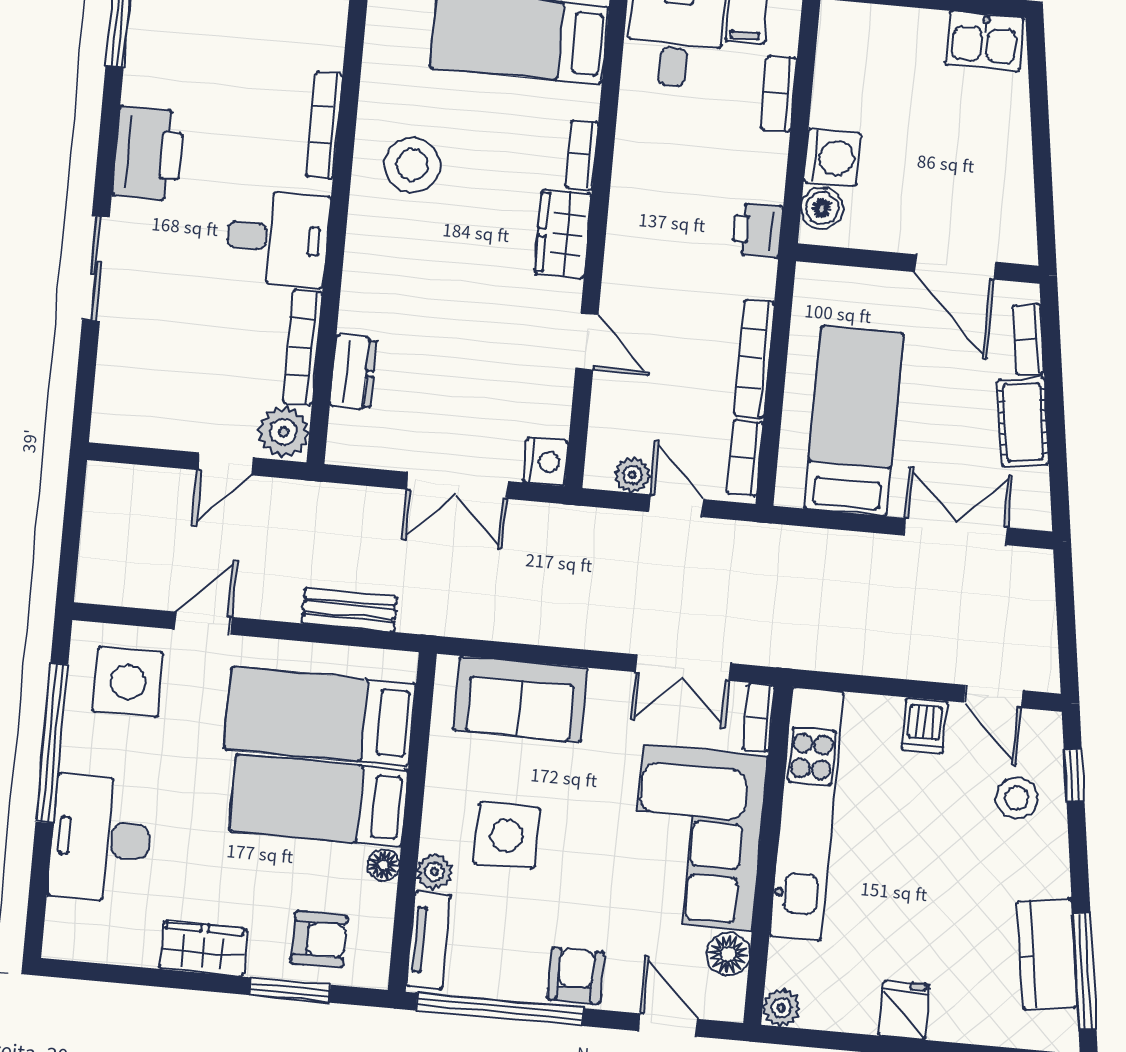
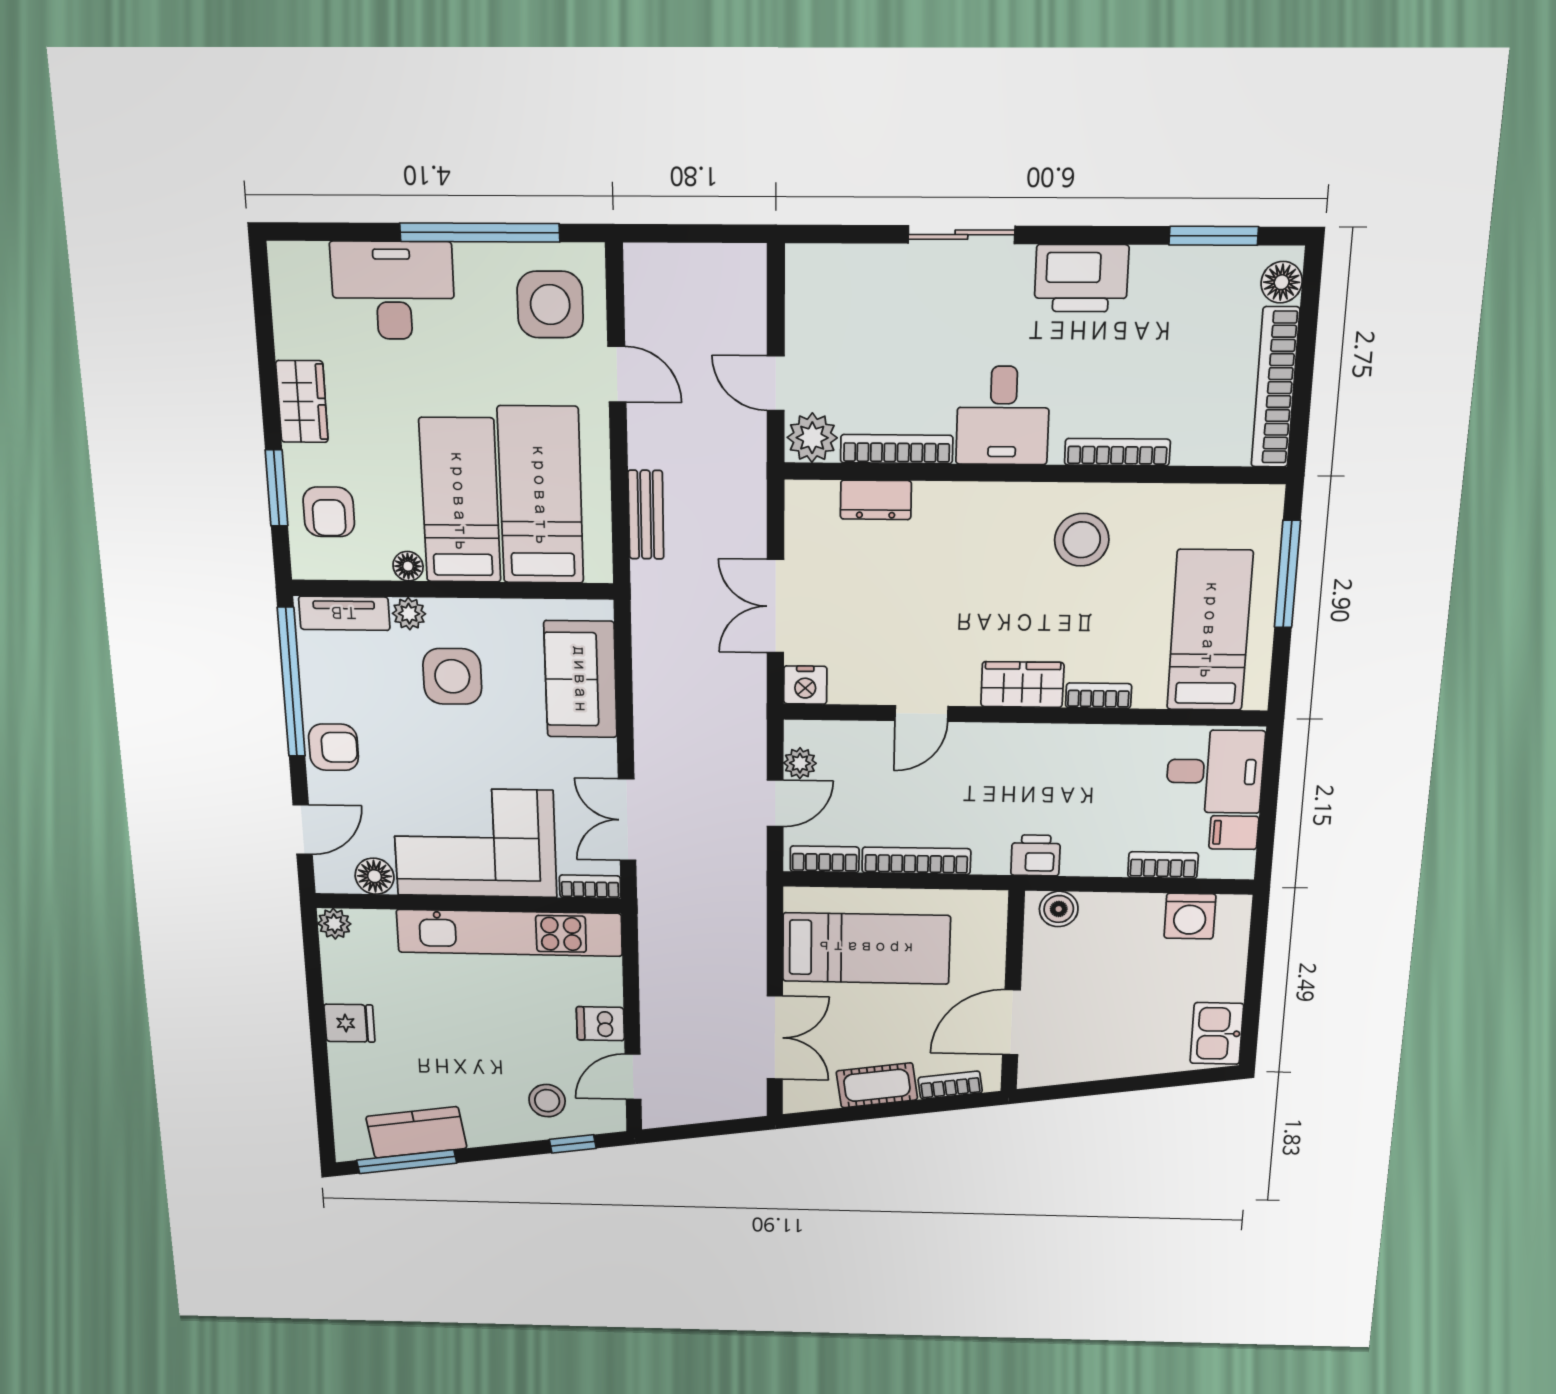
washing machine: (832, 158) -> (1190, 916), moved

